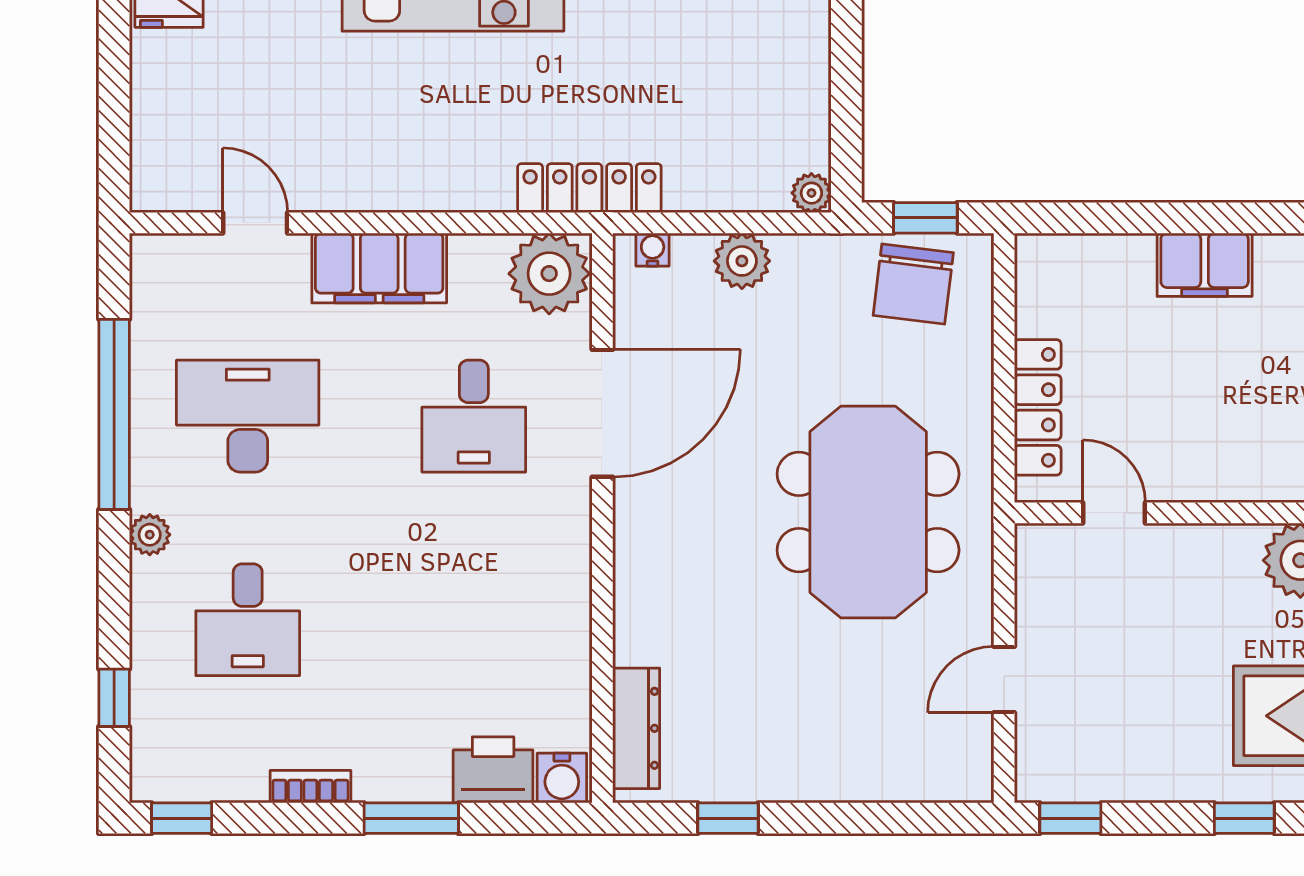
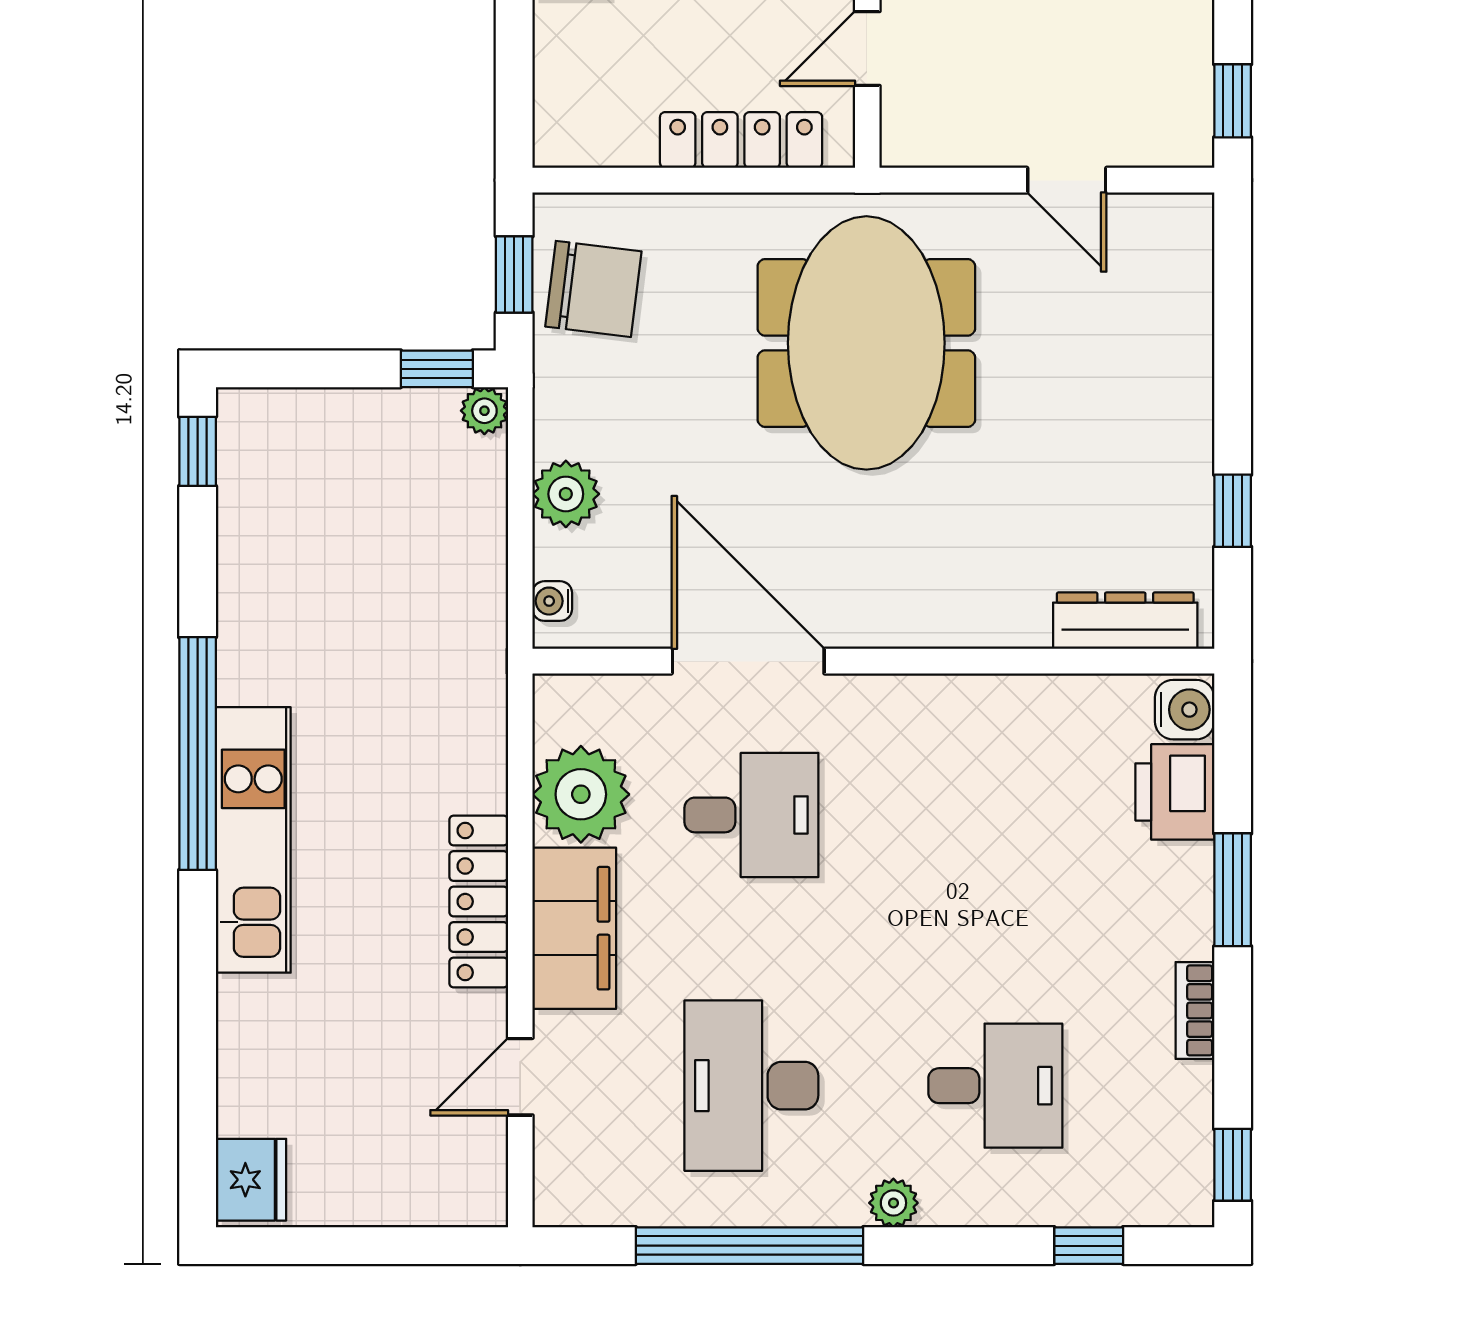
window: (846, 153) -> (437, 369), added
locker: (589, 188) -> (479, 902), moved
plant: (549, 274) -> (581, 794), moved
meeting table: (868, 512) -> (866, 343), turned 90

